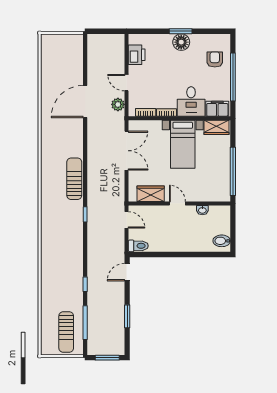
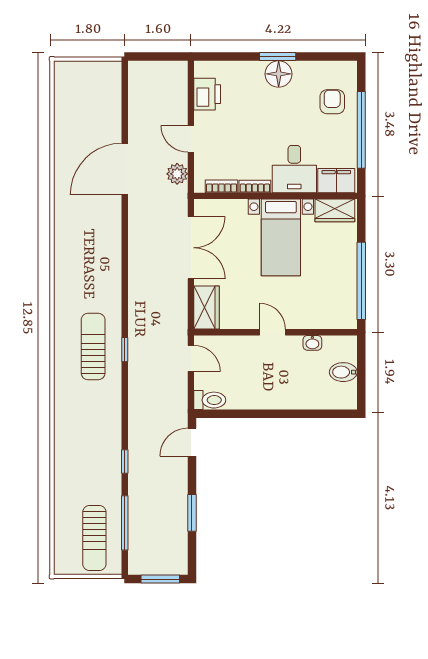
sun lounger: (74, 179) -> (93, 346), moved
wardrobe: (151, 194) -> (207, 307), moved, turned 90
bidet: (222, 241) -> (343, 372), moved

